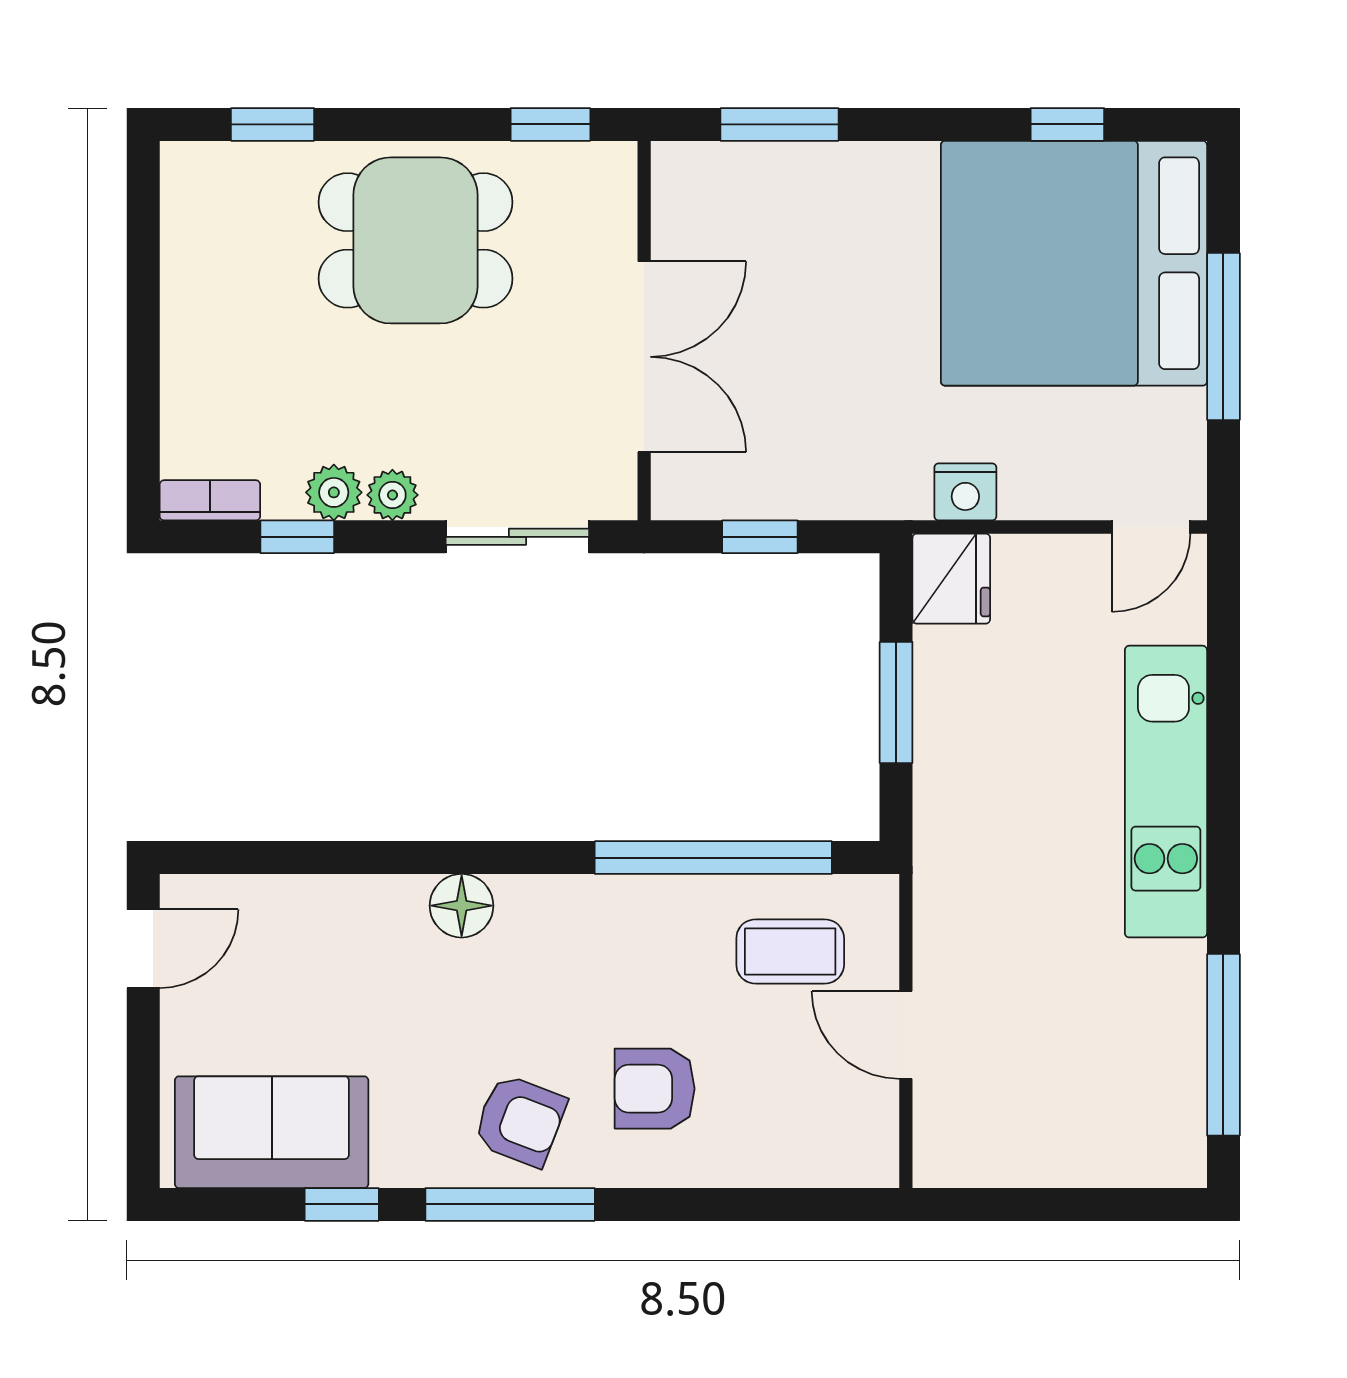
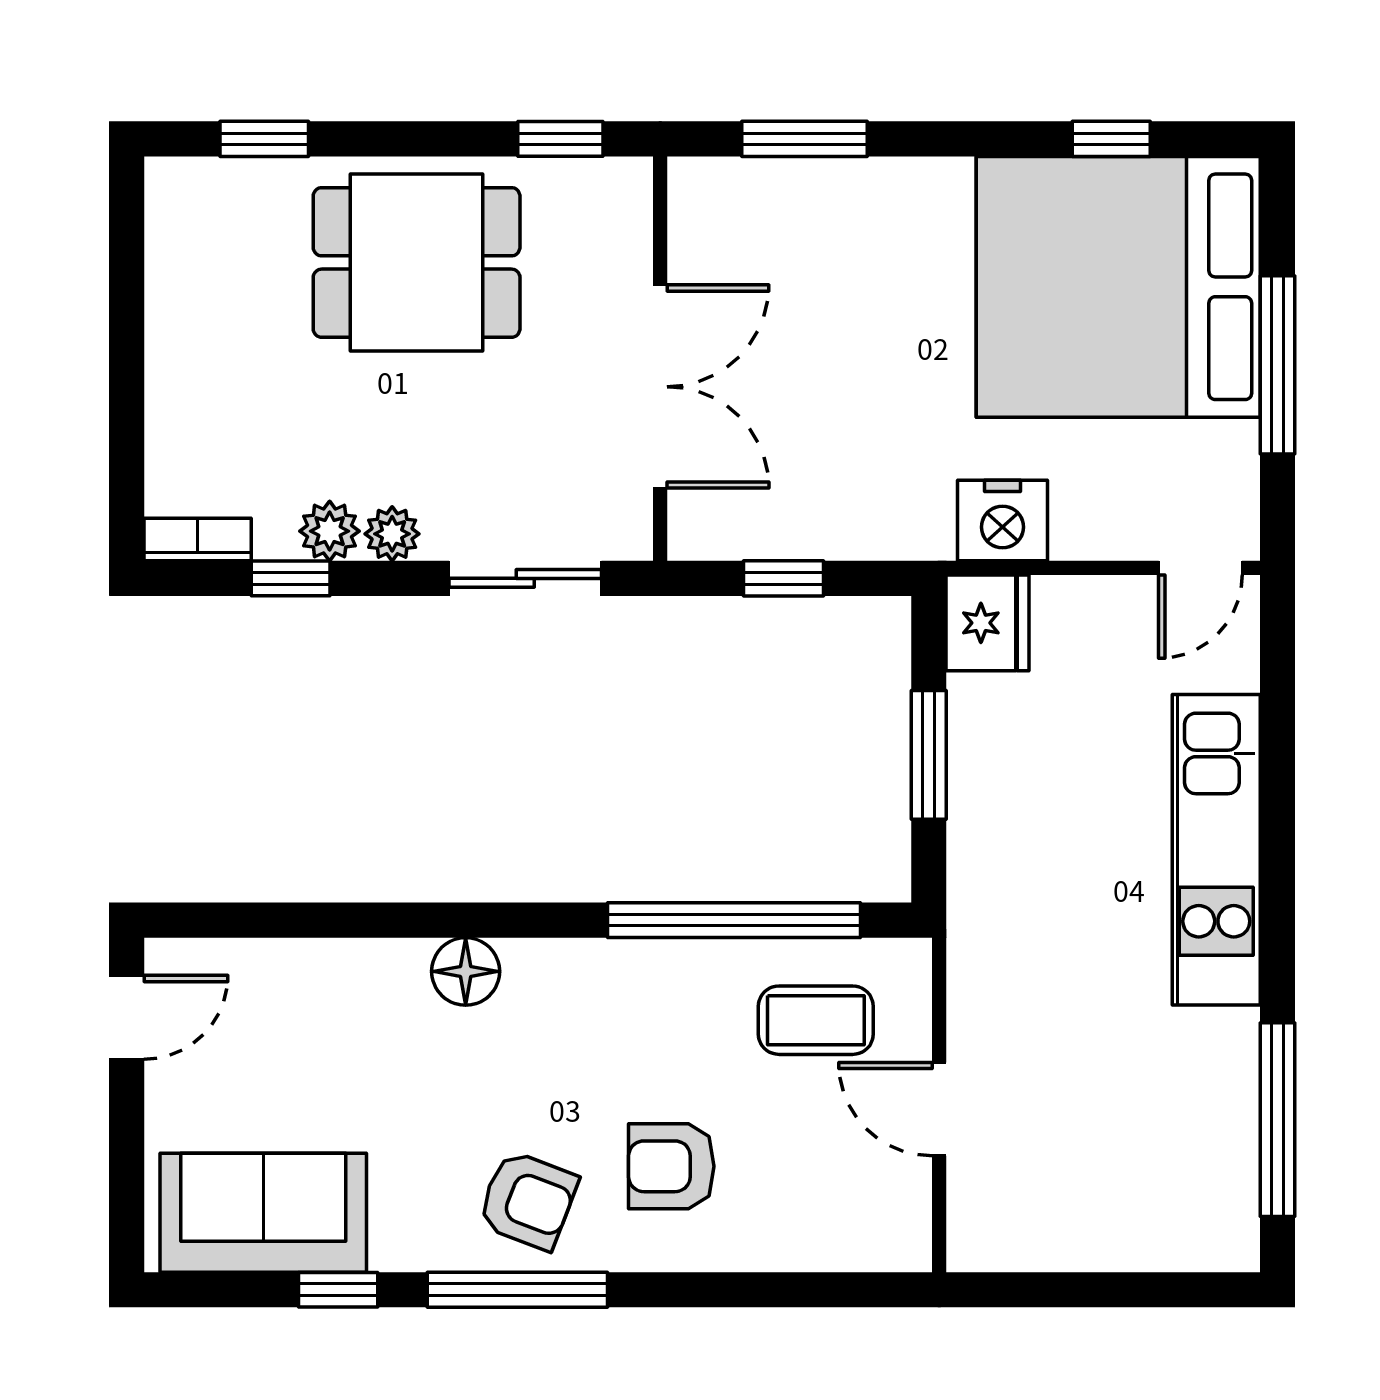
nightstand: (965, 492) -> (1002, 521), width x1.36, depth x1.33

